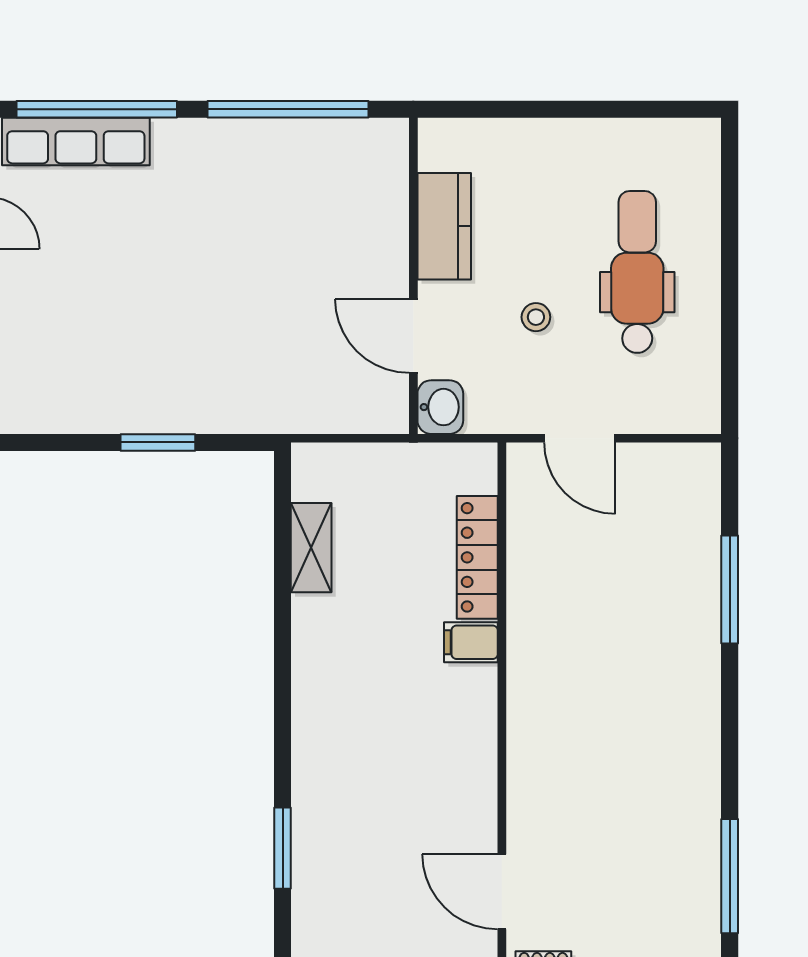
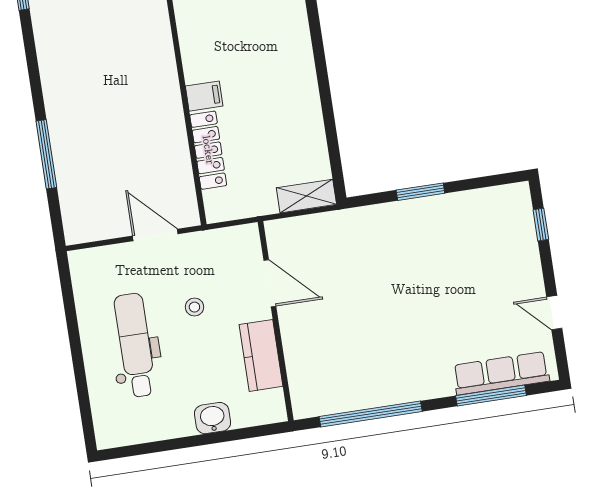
window: (97, 109) -> (491, 396), width x0.68
dental chair: (637, 272) -> (135, 345), turned 180
washbasin: (440, 407) -> (212, 418), moved, turned 90
shelving: (311, 548) -> (306, 196), moved, turned 90

